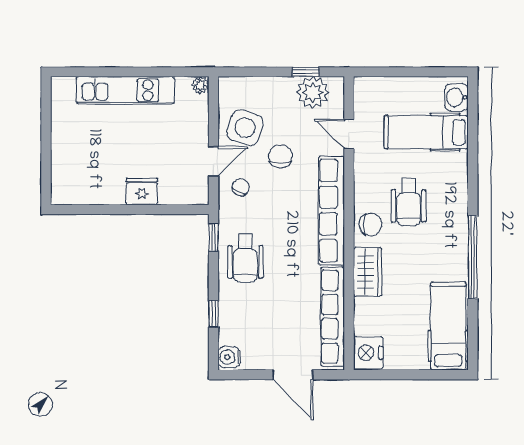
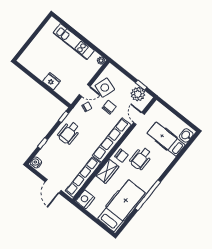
hospital bed: (448, 326) -> (121, 206), width x1.37, depth x1.29

